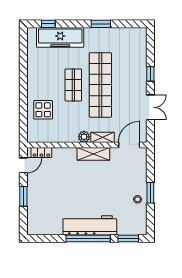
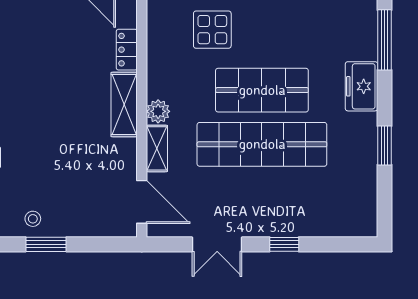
window: (48, 24) -> (384, 40), width x2.17
freezer: (60, 37) -> (361, 86), width x0.52, depth x0.79
shop shelf: (73, 85) -> (262, 90), width x1.43, depth x1.36
locker: (41, 152) -> (127, 50), moved
shelving: (93, 154) -> (124, 105), moved

